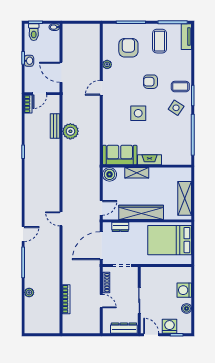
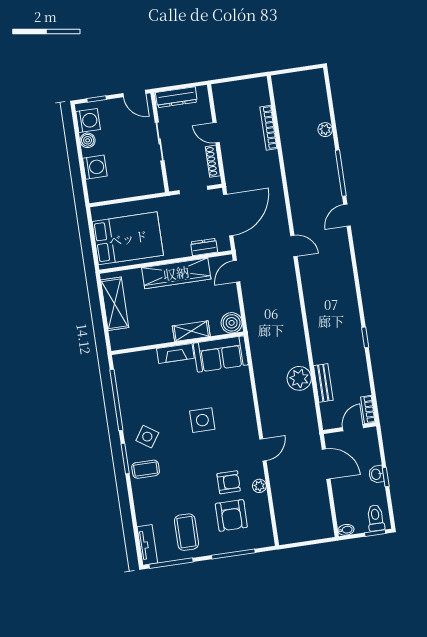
armchair: (151, 82) -> (229, 482), moved
washing machine: (169, 326) -> (88, 121), moved, turned -90

